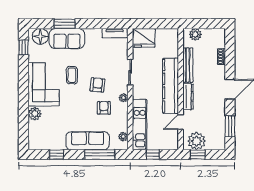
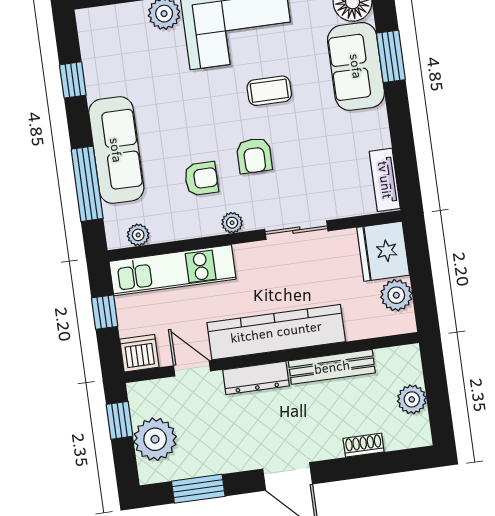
plant: (195, 34) -> (412, 399), moved
plant: (162, 35) -> (396, 295), added
armchair: (97, 85) -> (254, 156), turned 84
plant: (196, 141) -> (155, 439), moved
dishwasher: (171, 143) -> (139, 353), added

